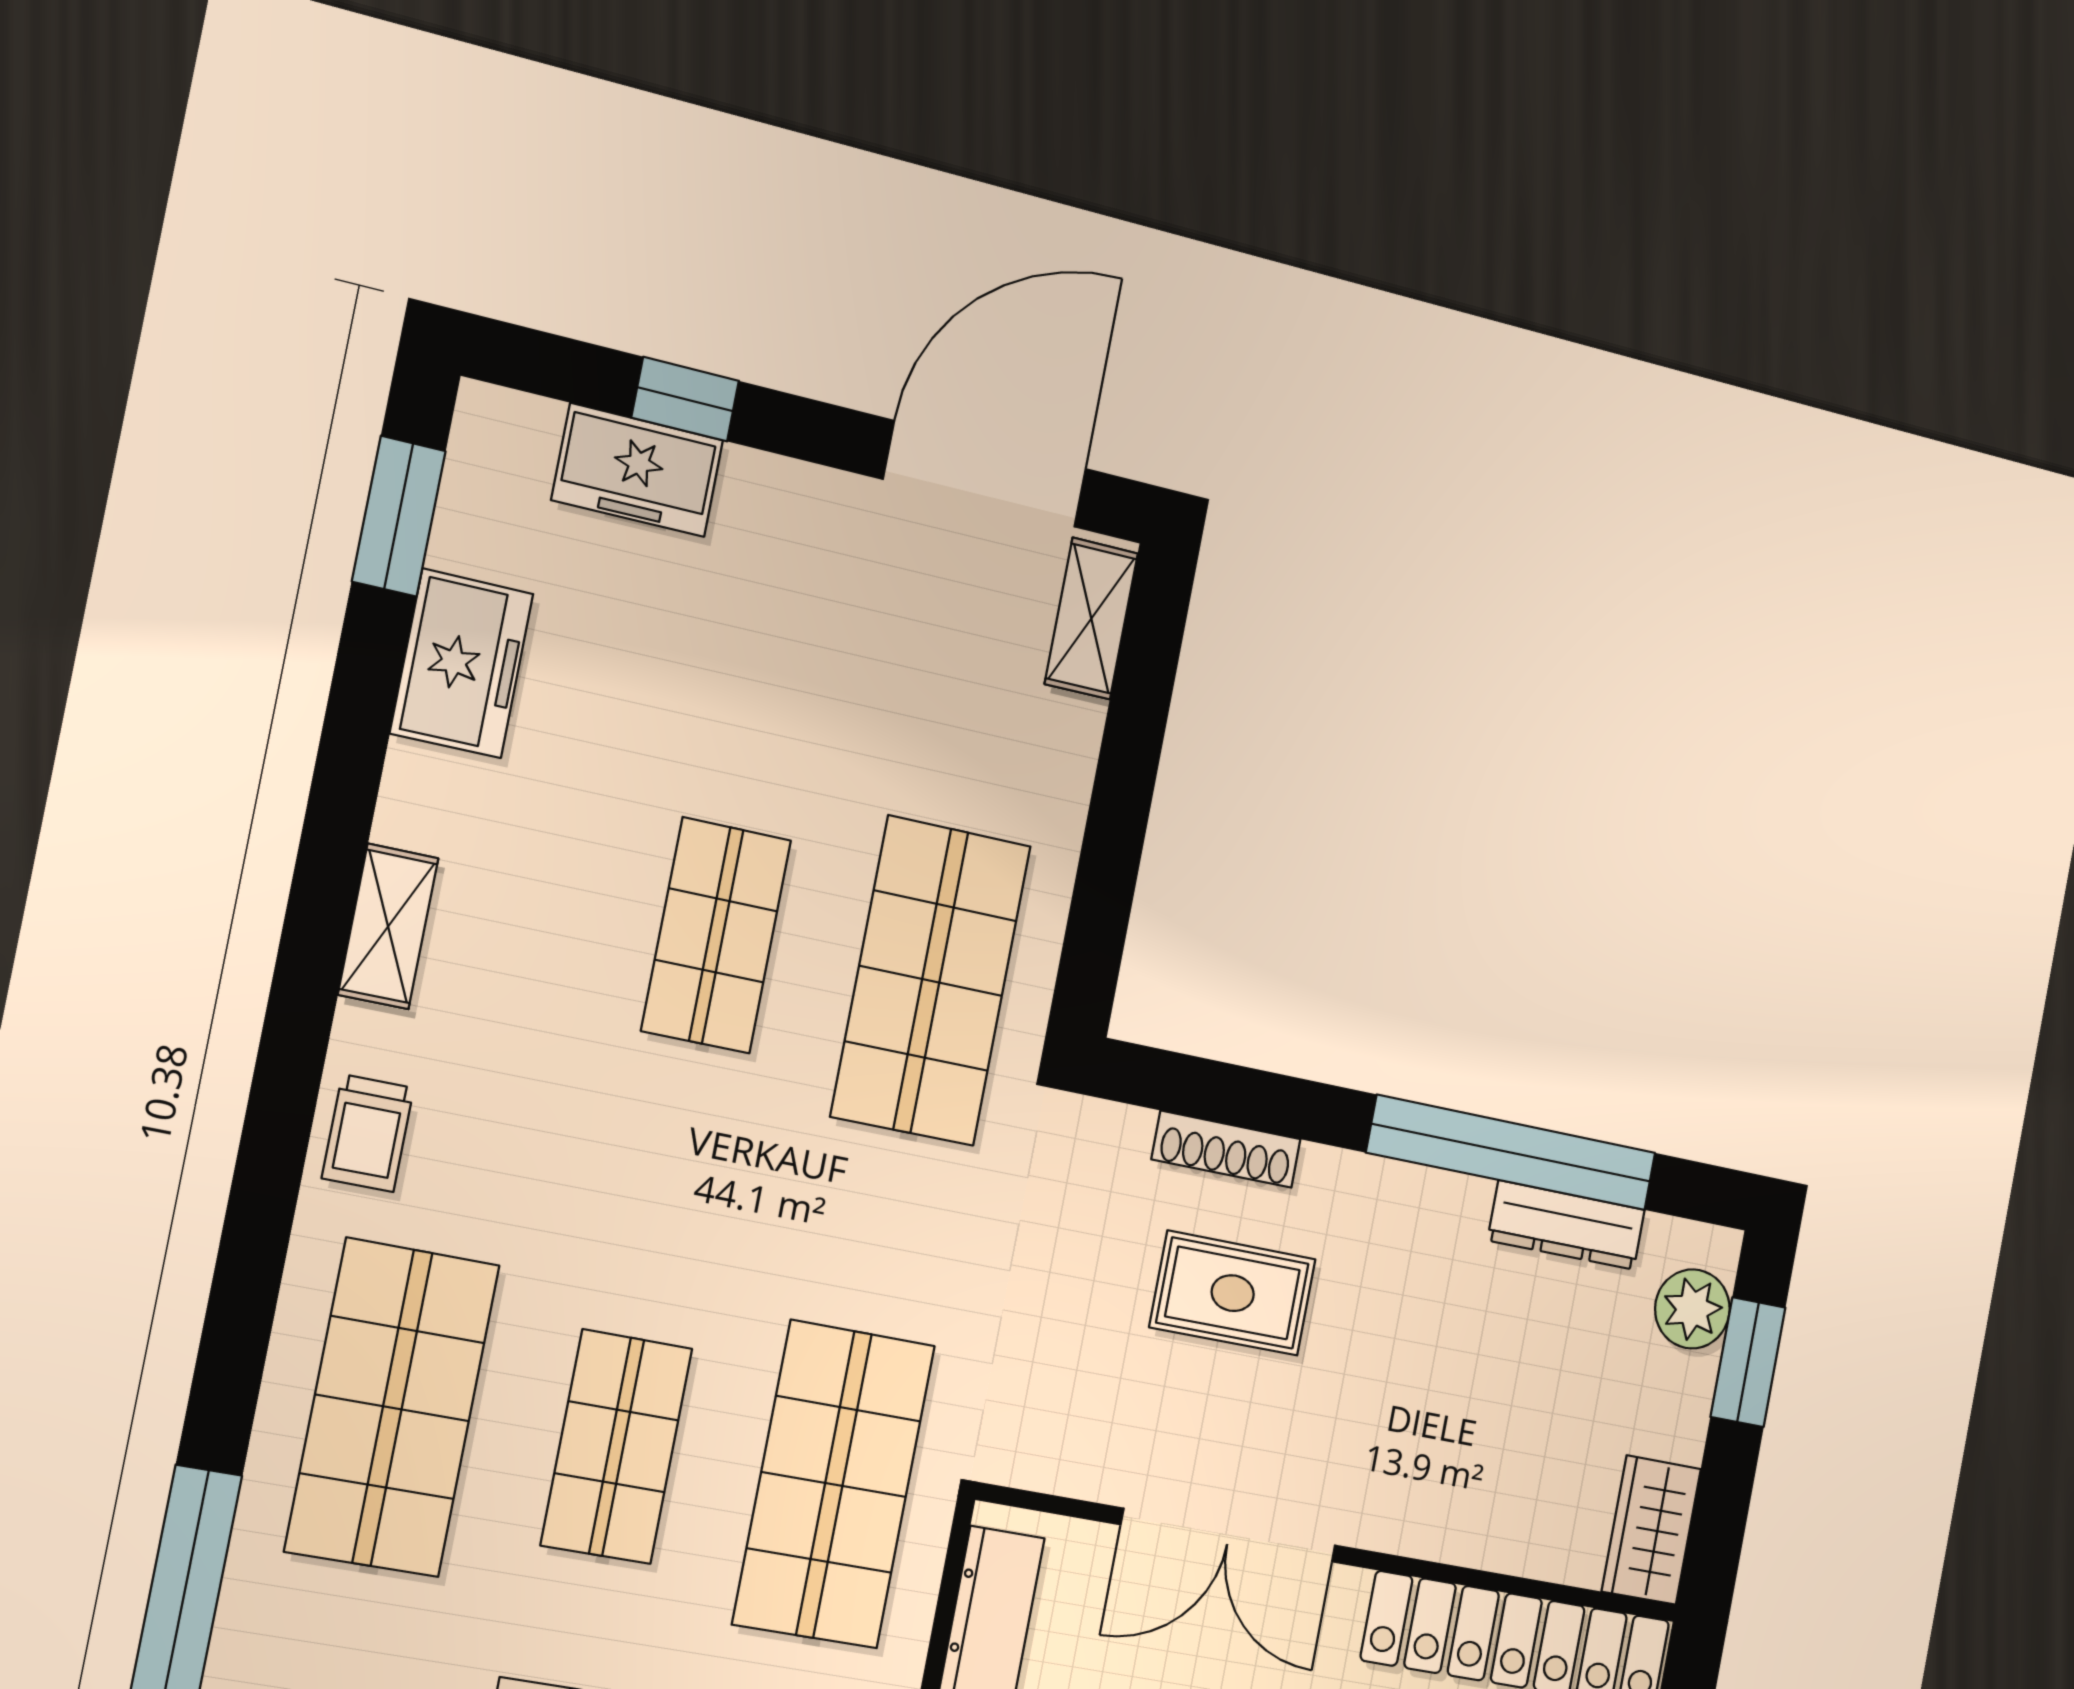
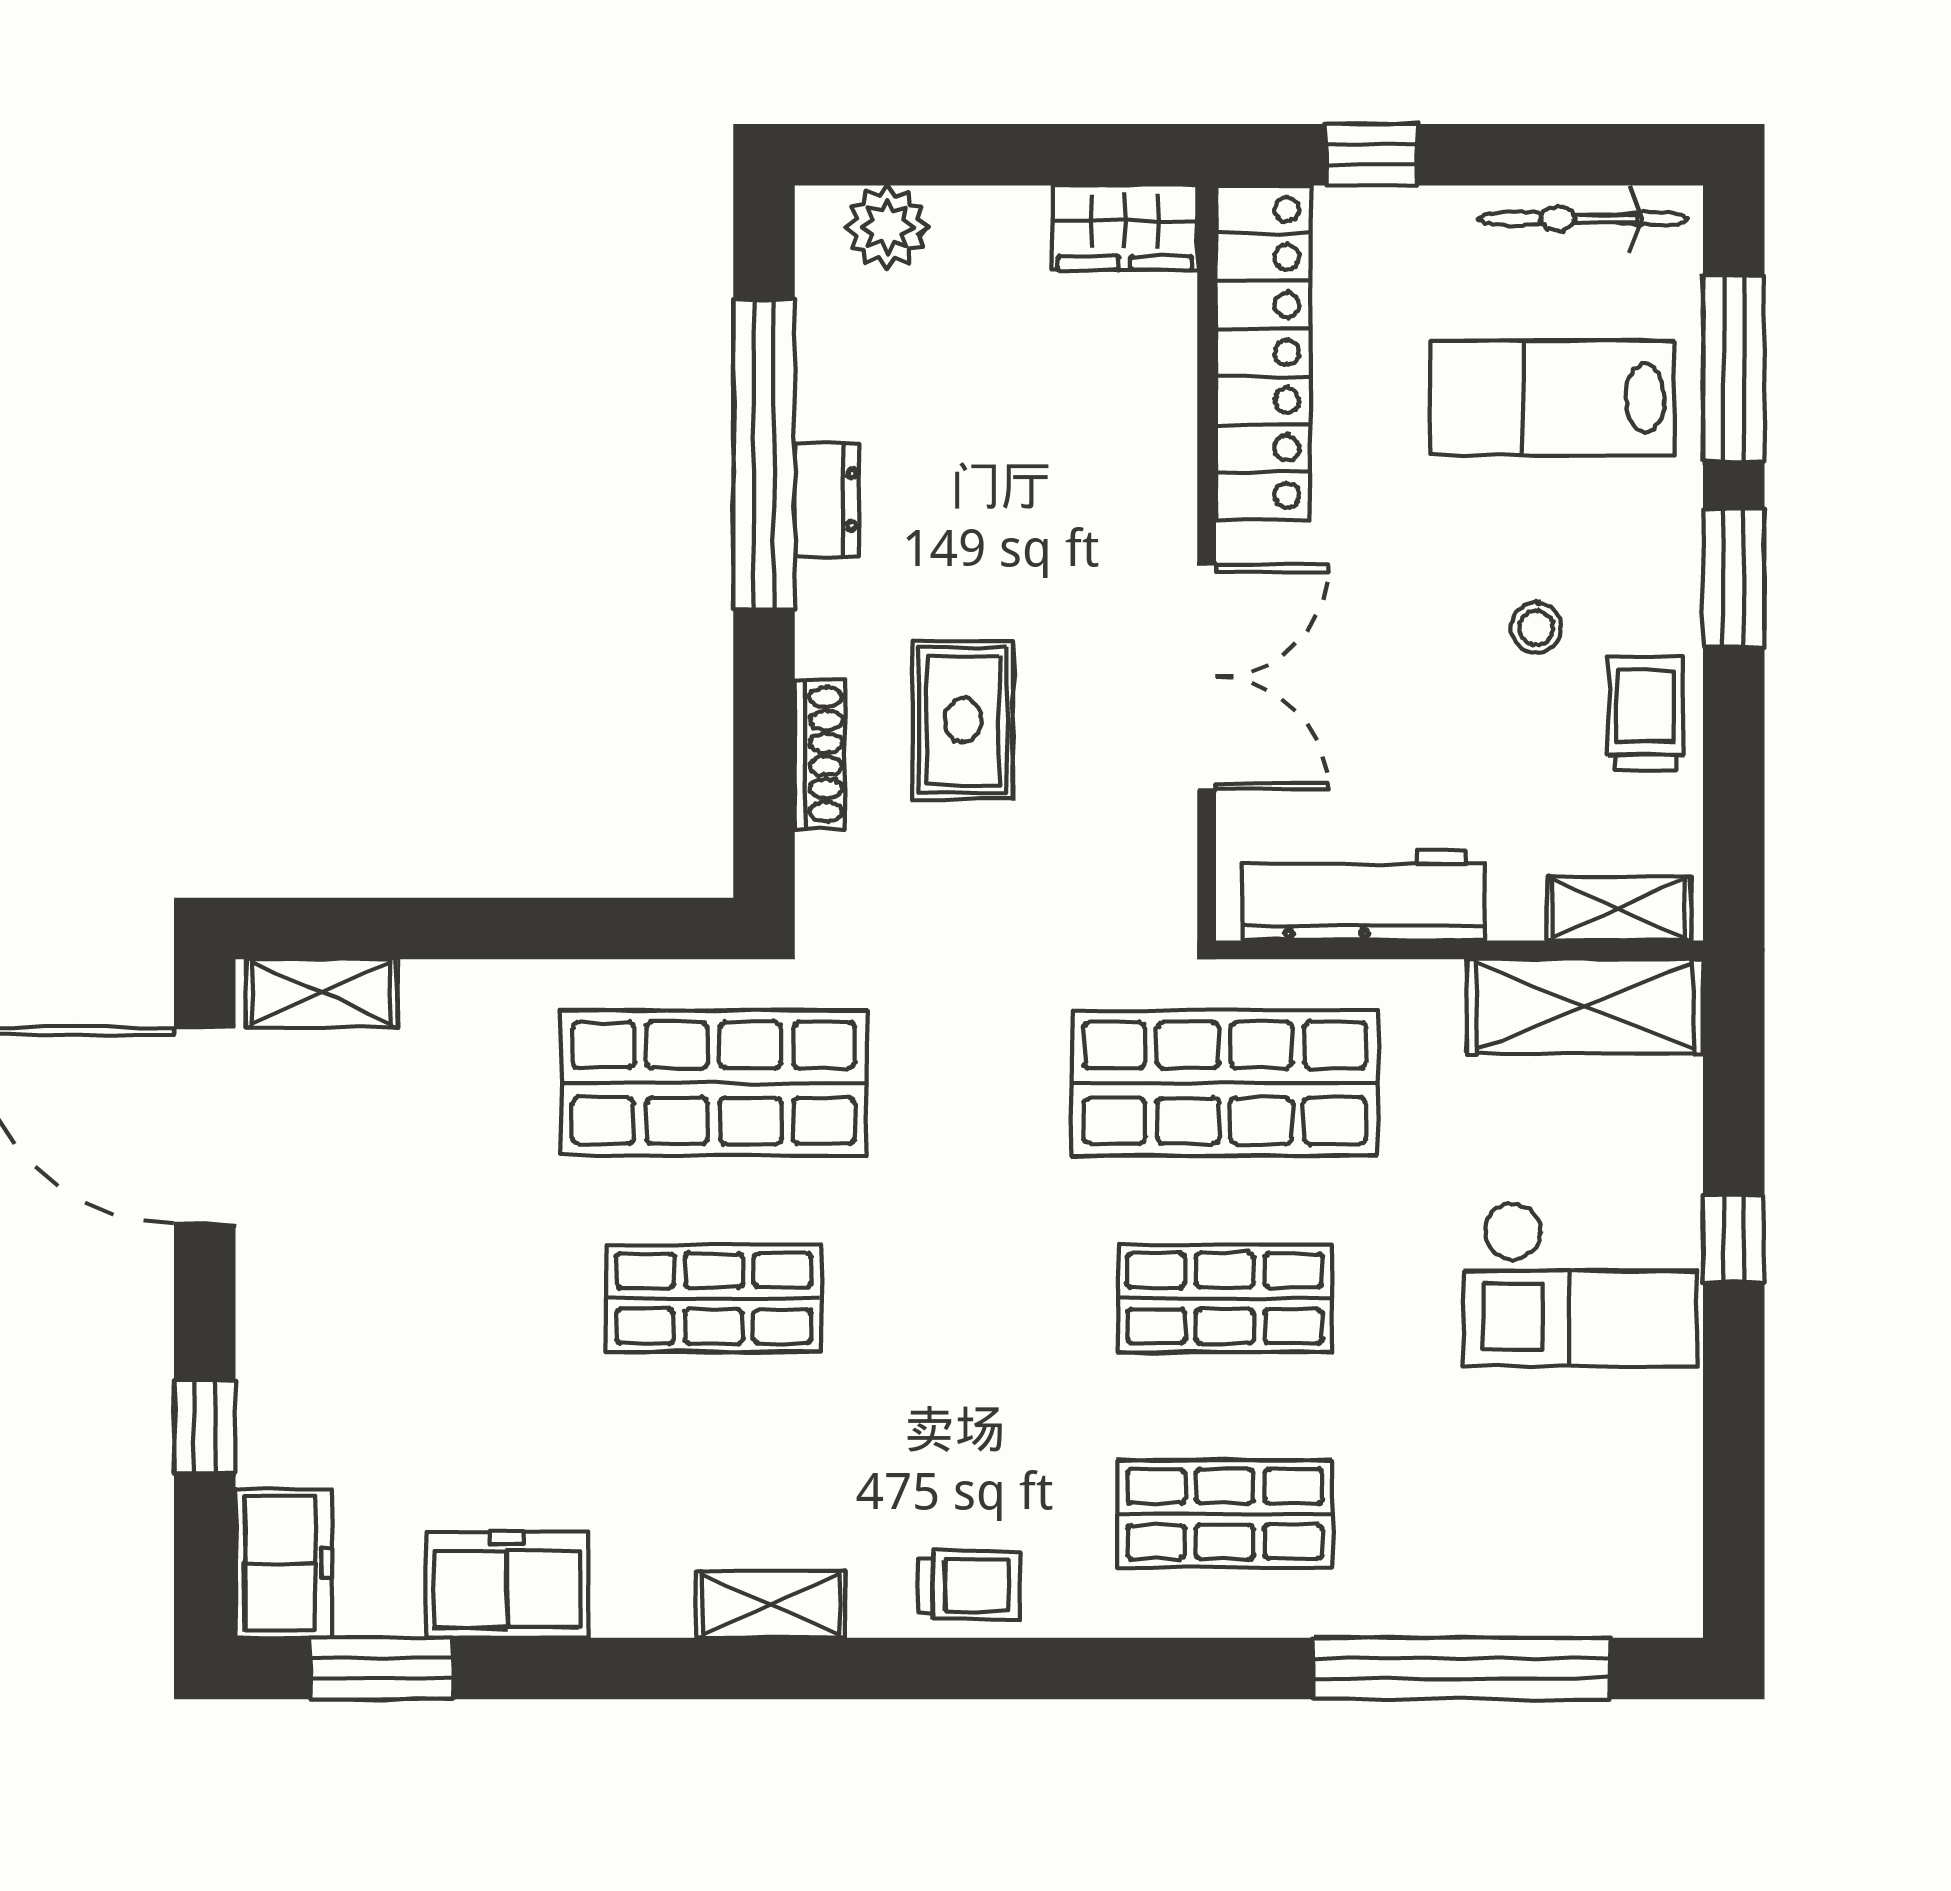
freezer: (637, 470) -> (284, 1563), moved
dresser: (1566, 1225) -> (827, 500), moved, width x0.70
window: (1748, 1362) -> (931, 155), removed
shop shelf: (392, 1408) -> (1225, 1514), width x0.70, depth x0.74

